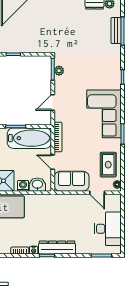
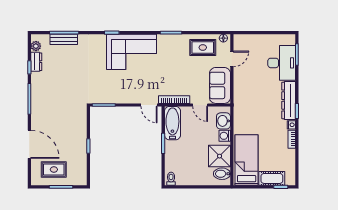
plant: (59, 71) -> (105, 99), removed
door: (53, 102) -> (149, 105), moved
corner sofa: (104, 114) -> (132, 52), moved
bathtub: (29, 138) -> (172, 123), width x0.73, depth x0.73
door: (53, 162) -> (200, 105), hinge flipped
desk: (108, 229) -> (282, 63), moved, turned 90

